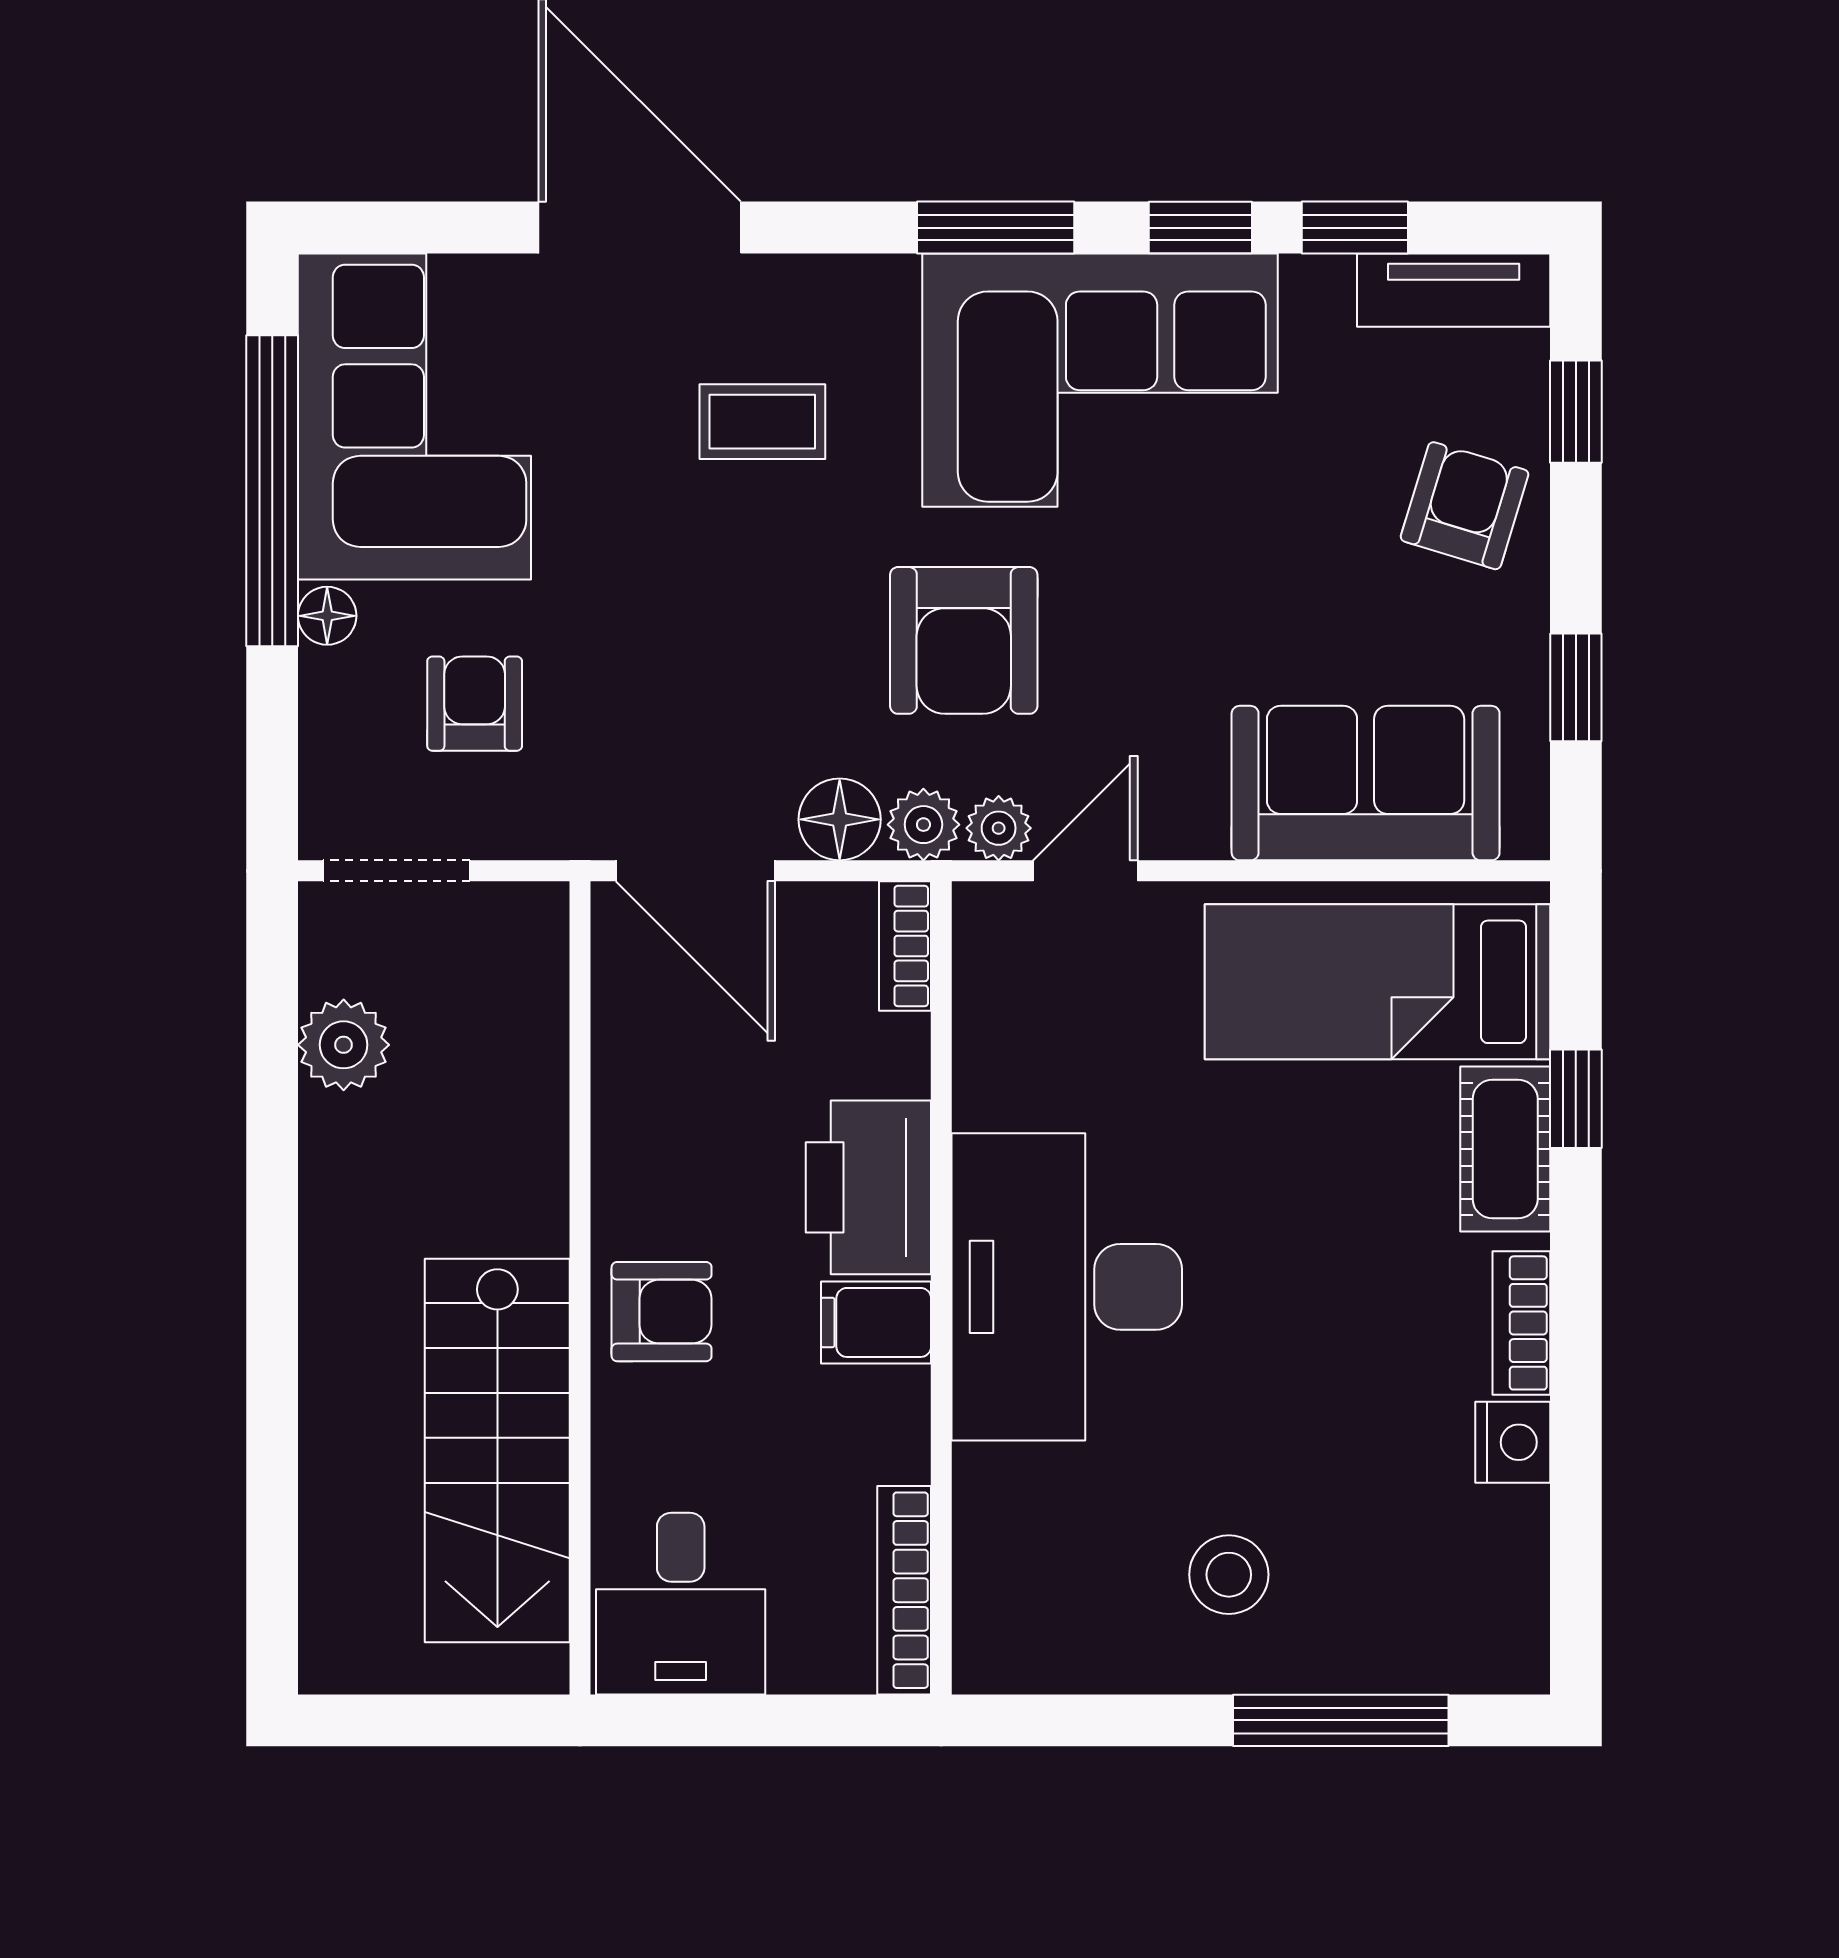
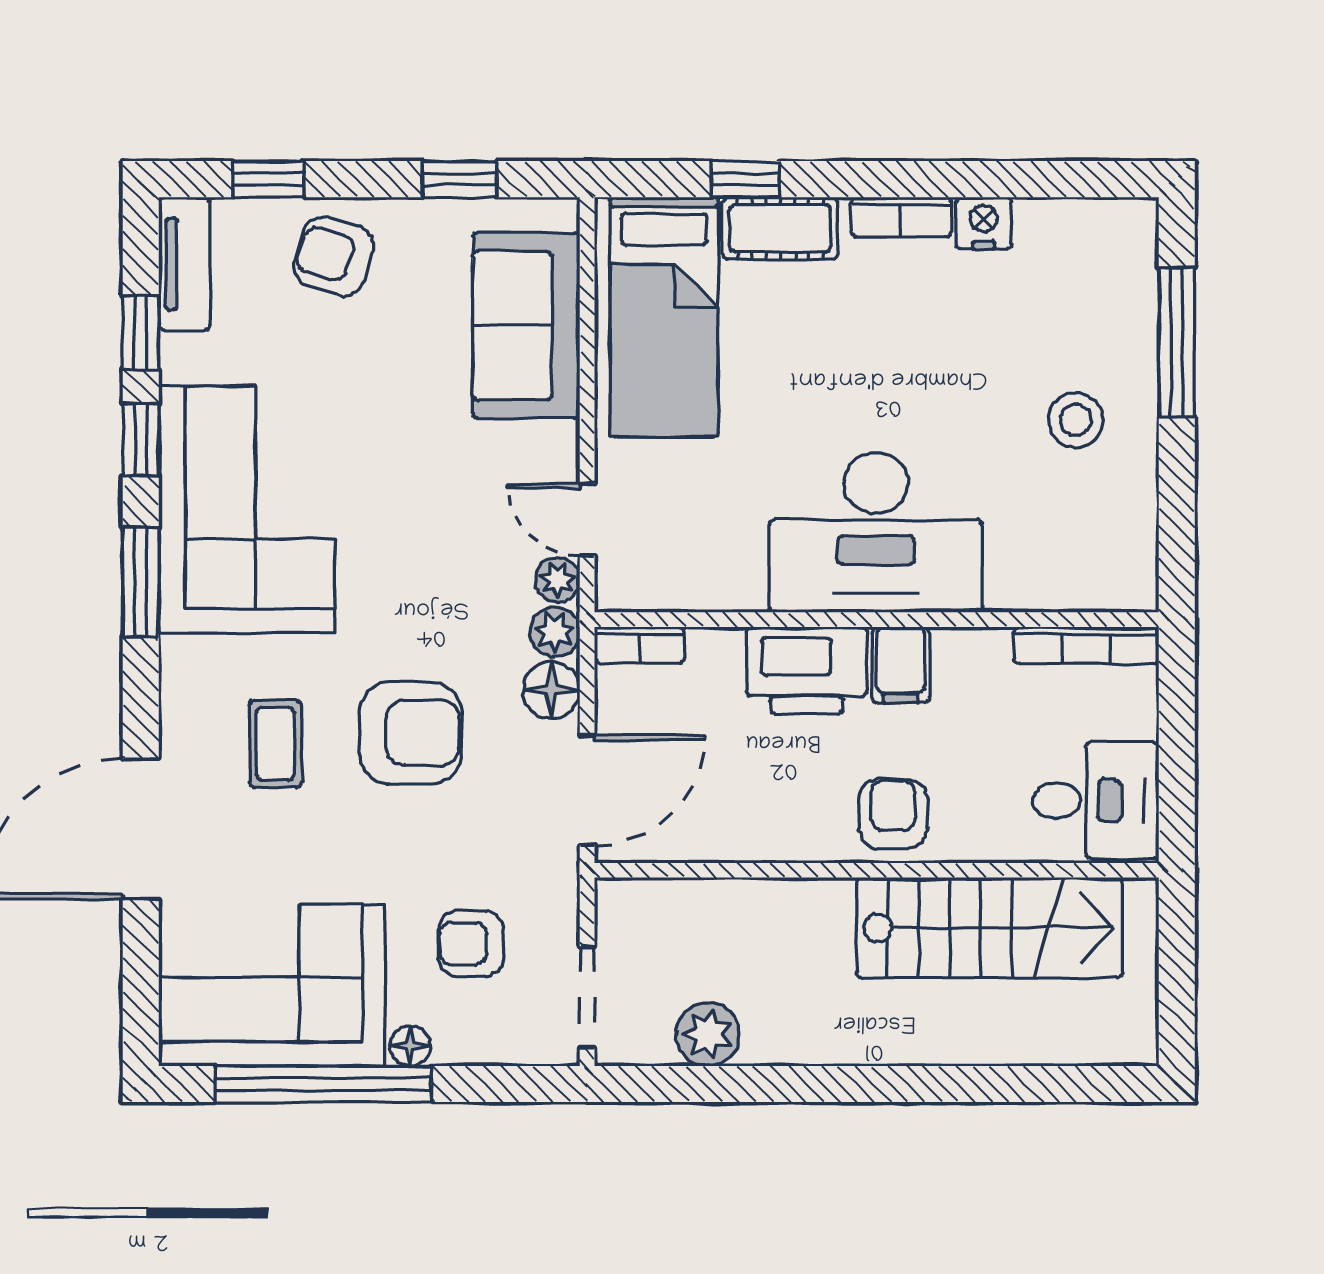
armchair: (964, 640) -> (410, 733), moved

